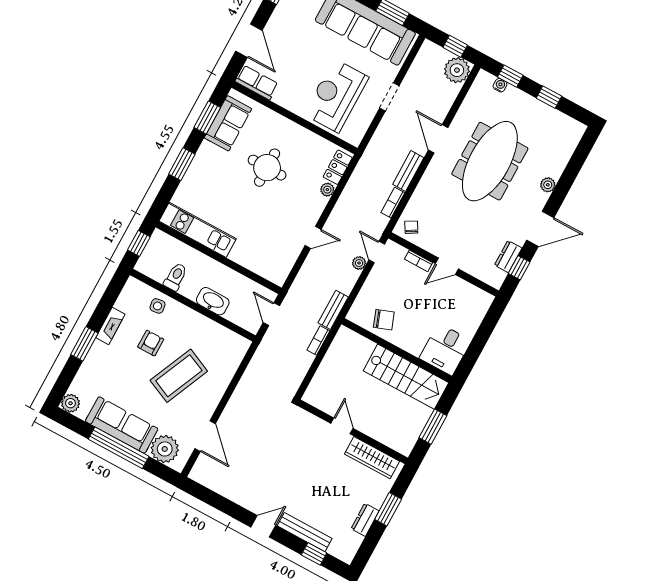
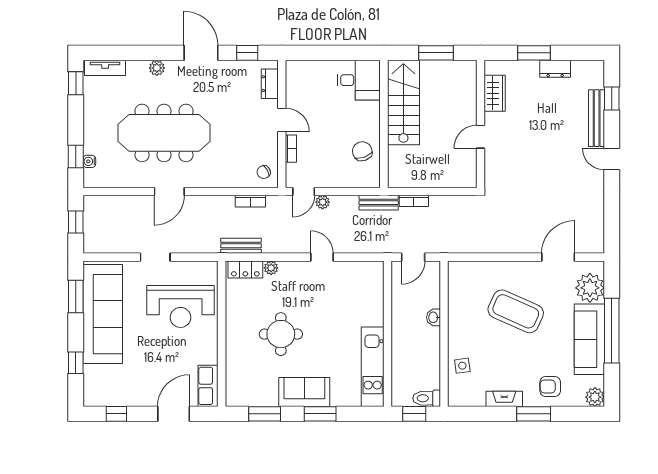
plant: (457, 70) -> (97, 208), removed
window: (549, 97) -> (76, 83), moved
sofa: (228, 123) -> (304, 392), moved
tv unit: (571, 141) -> (105, 68), added
bench: (408, 171) -> (241, 246), moved
dresser: (508, 257) -> (270, 84), moved, turned 90
toilet: (176, 277) -> (427, 398), moved
washbasin: (213, 301) -> (434, 317), width x0.52, depth x0.69
armchair: (151, 343) -> (550, 387), moved
wardrobe: (372, 458) -> (495, 93), width x0.67

